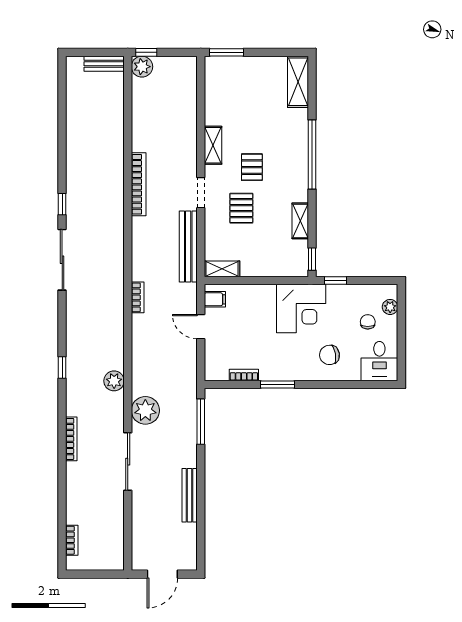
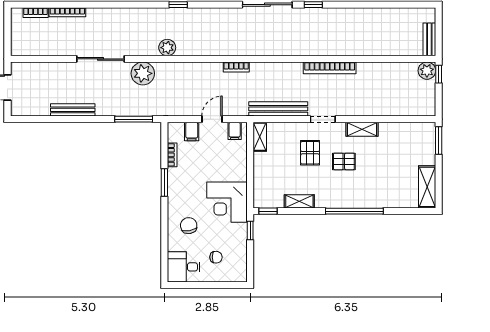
shelving: (298, 82) -> (427, 187), moved, turned 90
pallet: (241, 208) -> (310, 153), turned 90
plant: (390, 307) -> (228, 276), removed
filing cabinet: (216, 351) -> (192, 131), added
bookcase: (71, 439) -> (67, 12), moved

